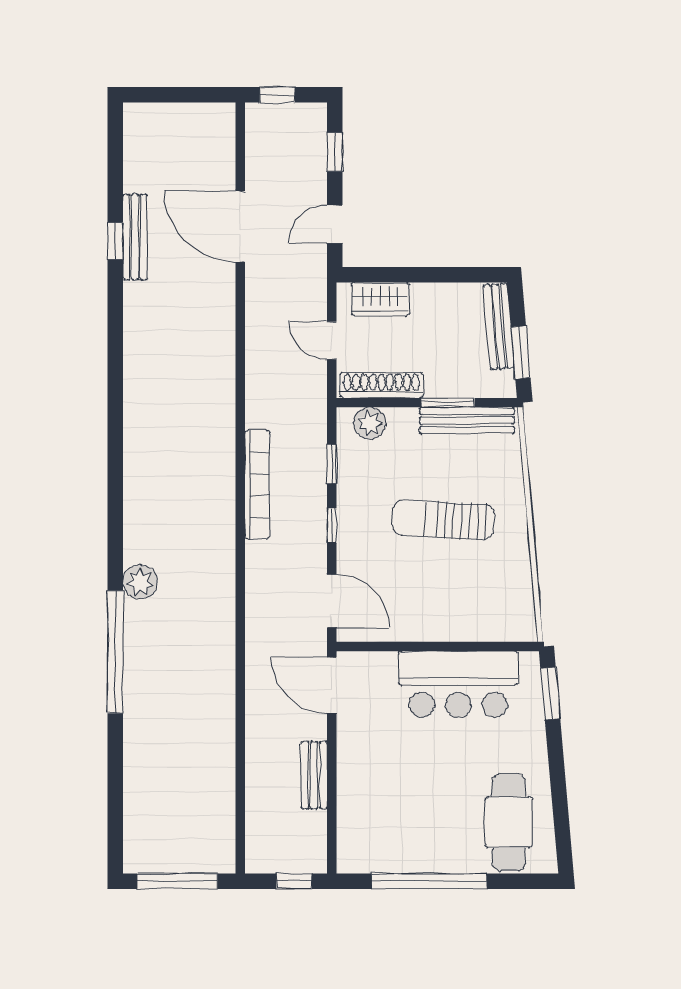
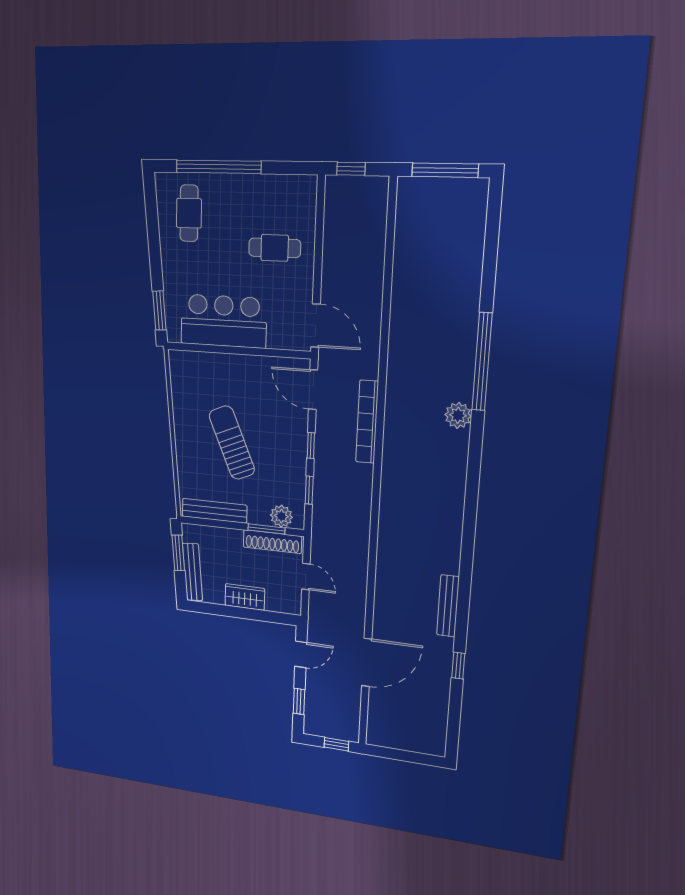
door: (240, 226) -> (367, 662), hinge flipped
bench: (135, 237) -> (448, 606), moved
wardrobe: (380, 299) -> (245, 597), moved
window: (448, 403) -> (266, 529), moved
bookcase: (257, 485) -> (367, 422), moved
sun lounger: (443, 520) -> (232, 443), turned -116
bench: (314, 775) -> (332, 255), removed
cafe table: (390, 782) -> (275, 248), added
cafe table: (509, 822) -> (189, 213), width x0.73, depth x0.74
window: (429, 881) -> (218, 167), moved

